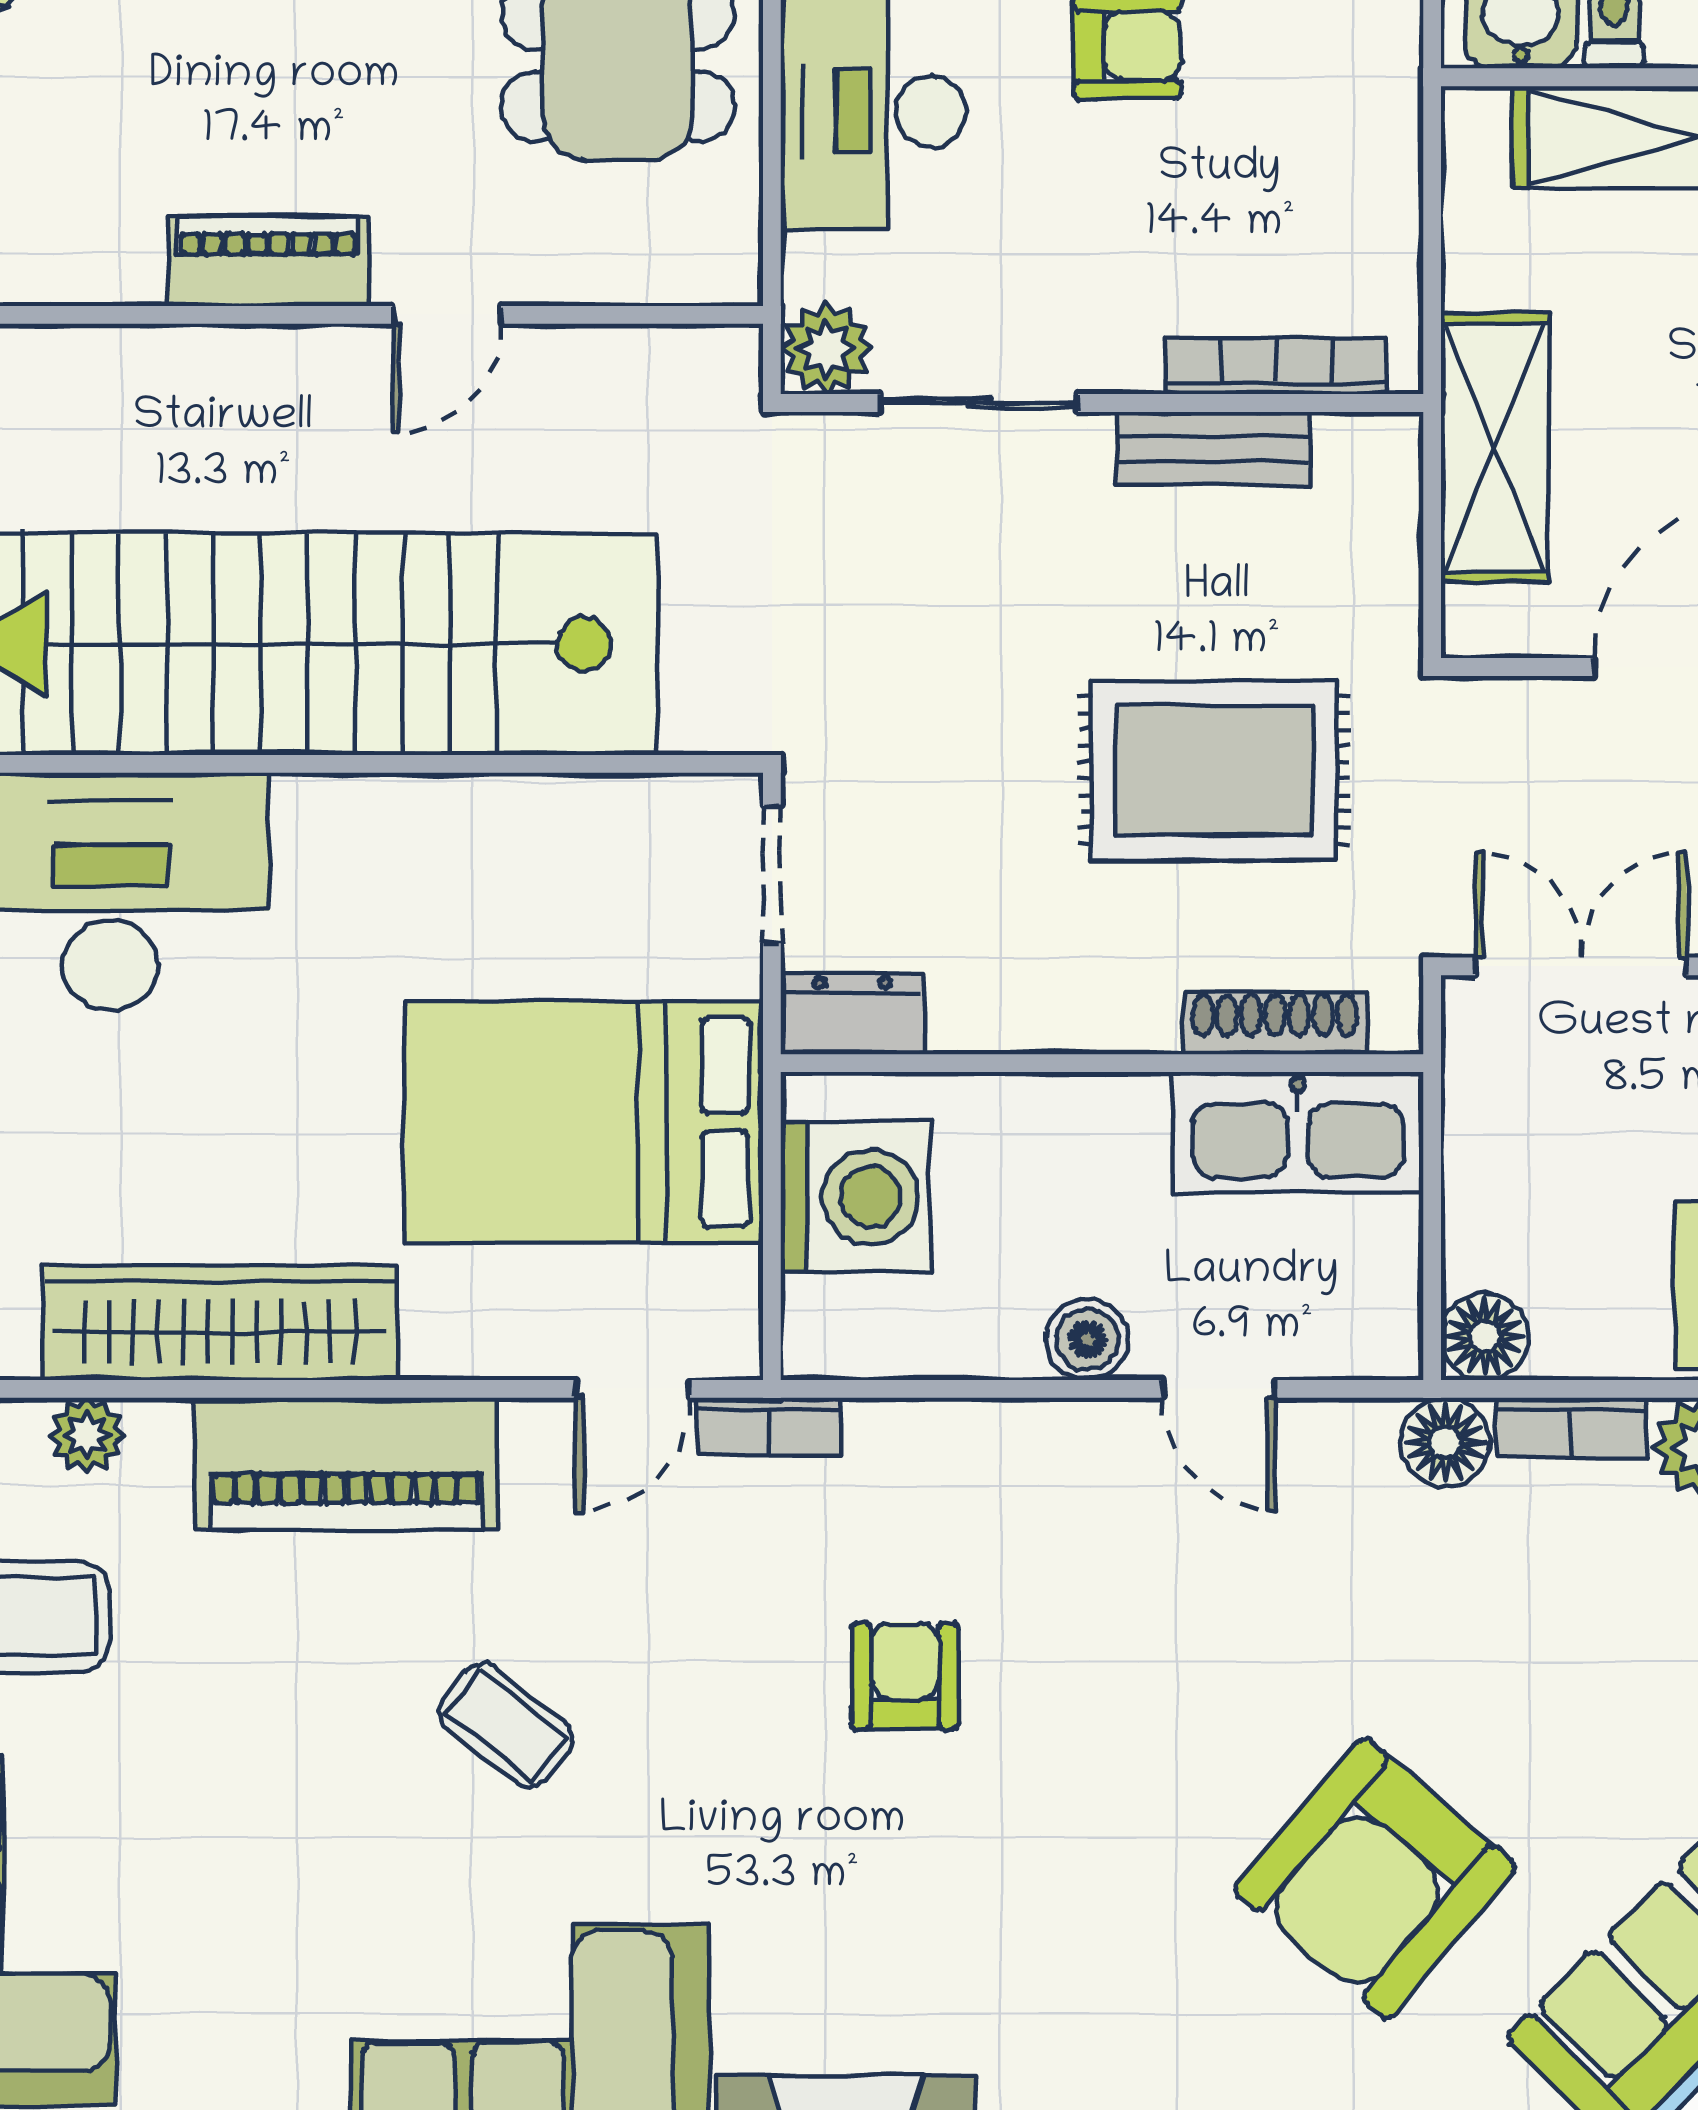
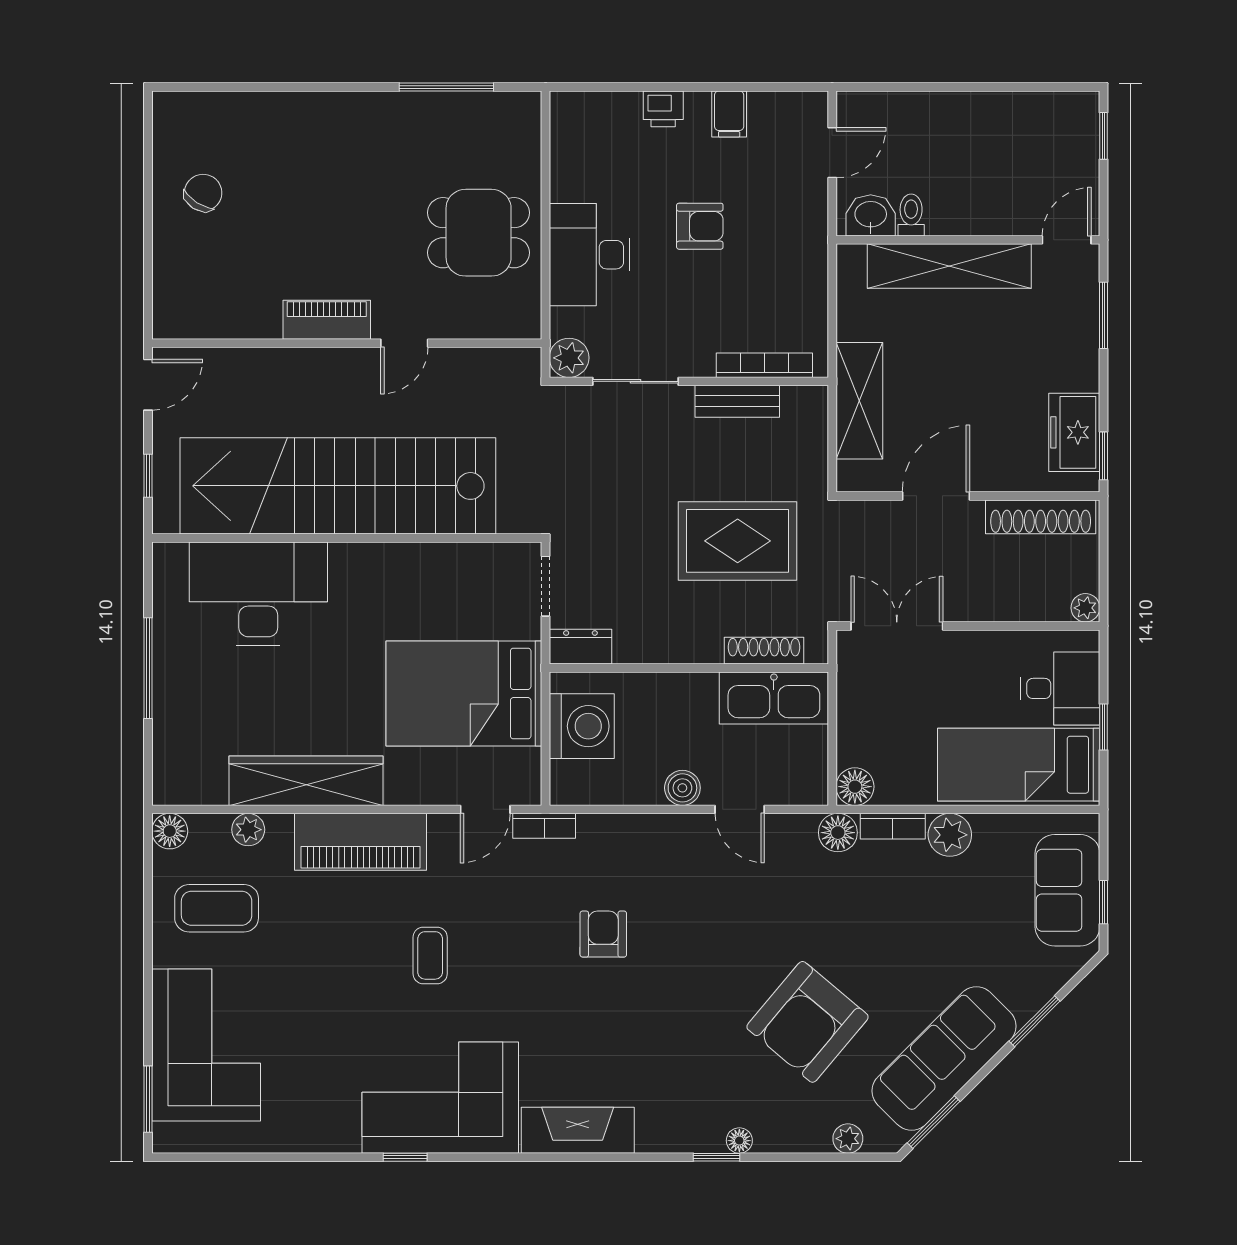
coffee table: (506, 1725) -> (430, 955), turned 52

